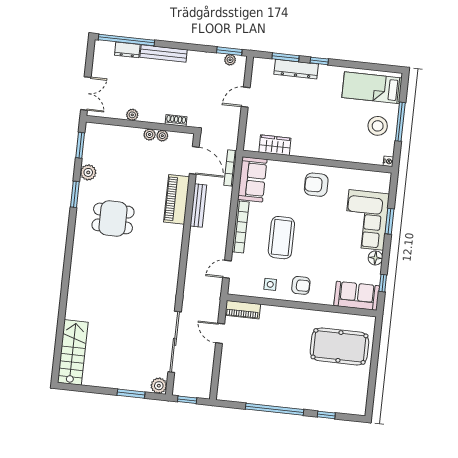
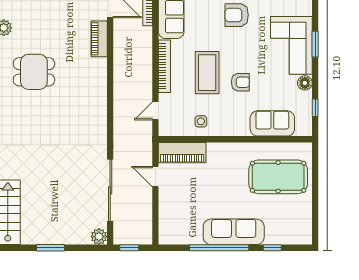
piano: (177, 199) -> (99, 39), width x0.73, depth x0.75
bench: (198, 205) -> (119, 49), removed
armchair: (301, 285) -> (240, 82), moved
sofa: (357, 296) -> (272, 123), moved
piano: (243, 310) -> (182, 153), width x1.37, depth x1.33
window: (131, 394) -> (51, 248), moved
sofa: (290, 395) -> (234, 232), added

